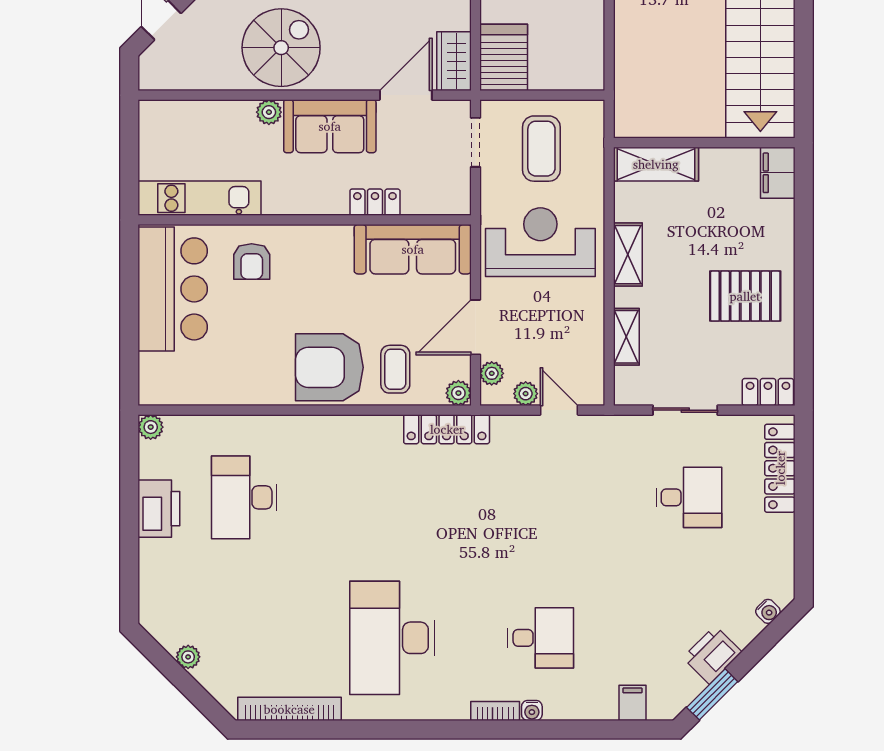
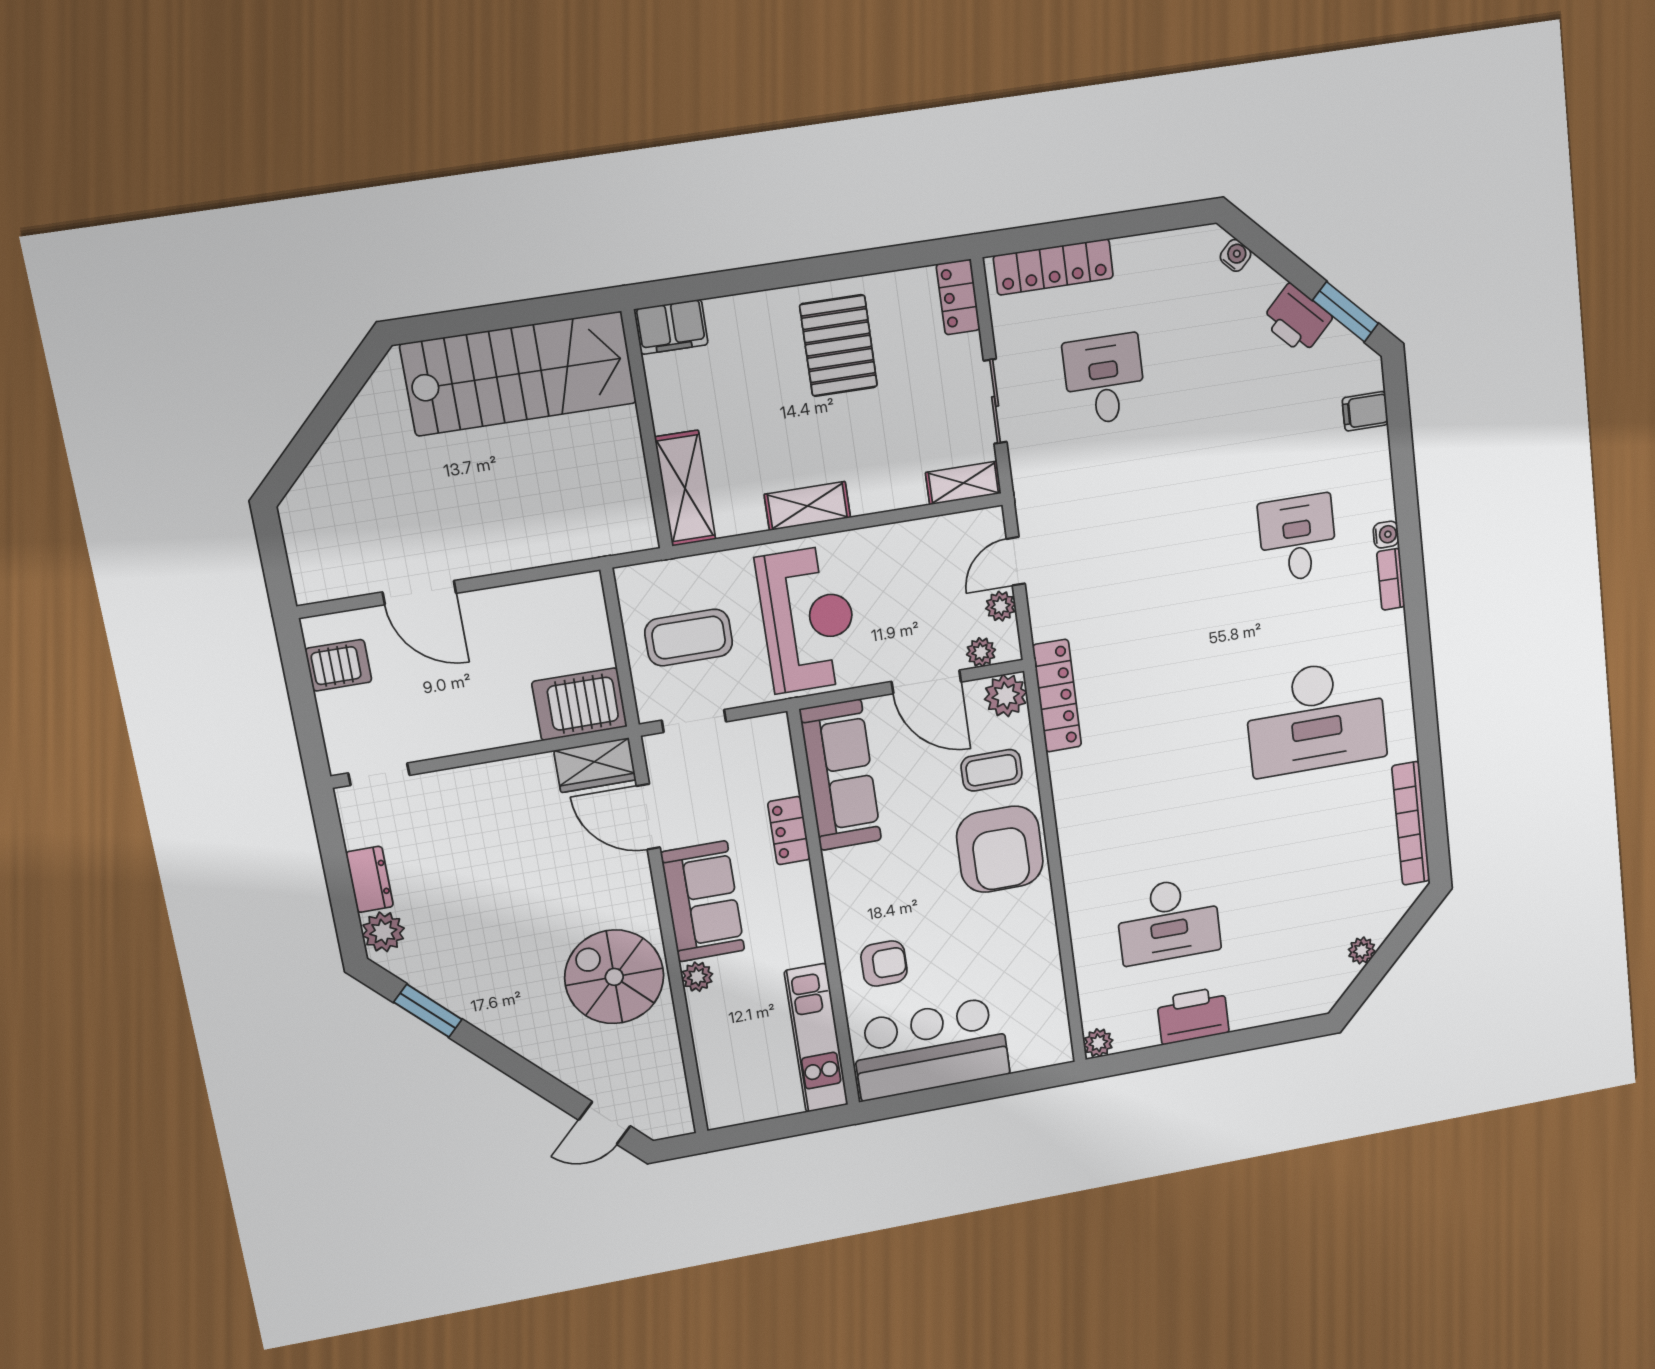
reception desk: (540, 242) -> (808, 619), turned 180
shelving: (626, 337) -> (963, 483), moved
plant: (458, 393) -> (1006, 696), width x1.38, depth x1.38

